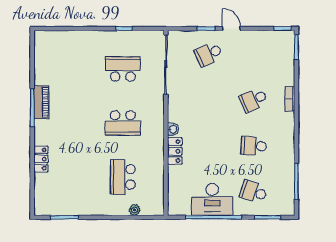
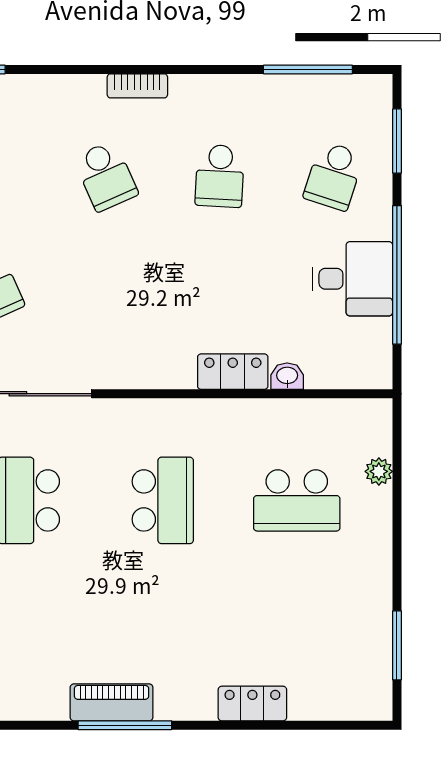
bookcase: (290, 99) -> (137, 86), moved
washbasin: (173, 129) -> (287, 376), moved
desk: (212, 199) -> (353, 279), width x0.73

